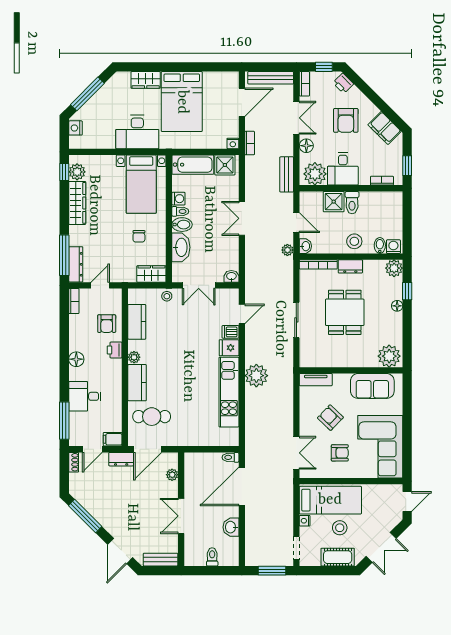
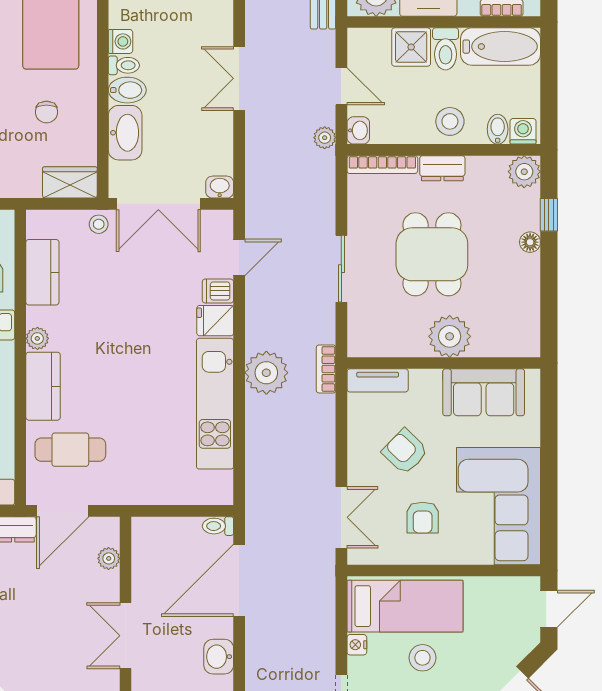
bathtub: (381, 201) -> (500, 47), added
double door: (199, 285) -> (158, 204), width x1.37
plant: (389, 356) -> (450, 336), moved
bookcase: (288, 374) -> (326, 369), added
armchair: (340, 453) -> (423, 518), turned 90

